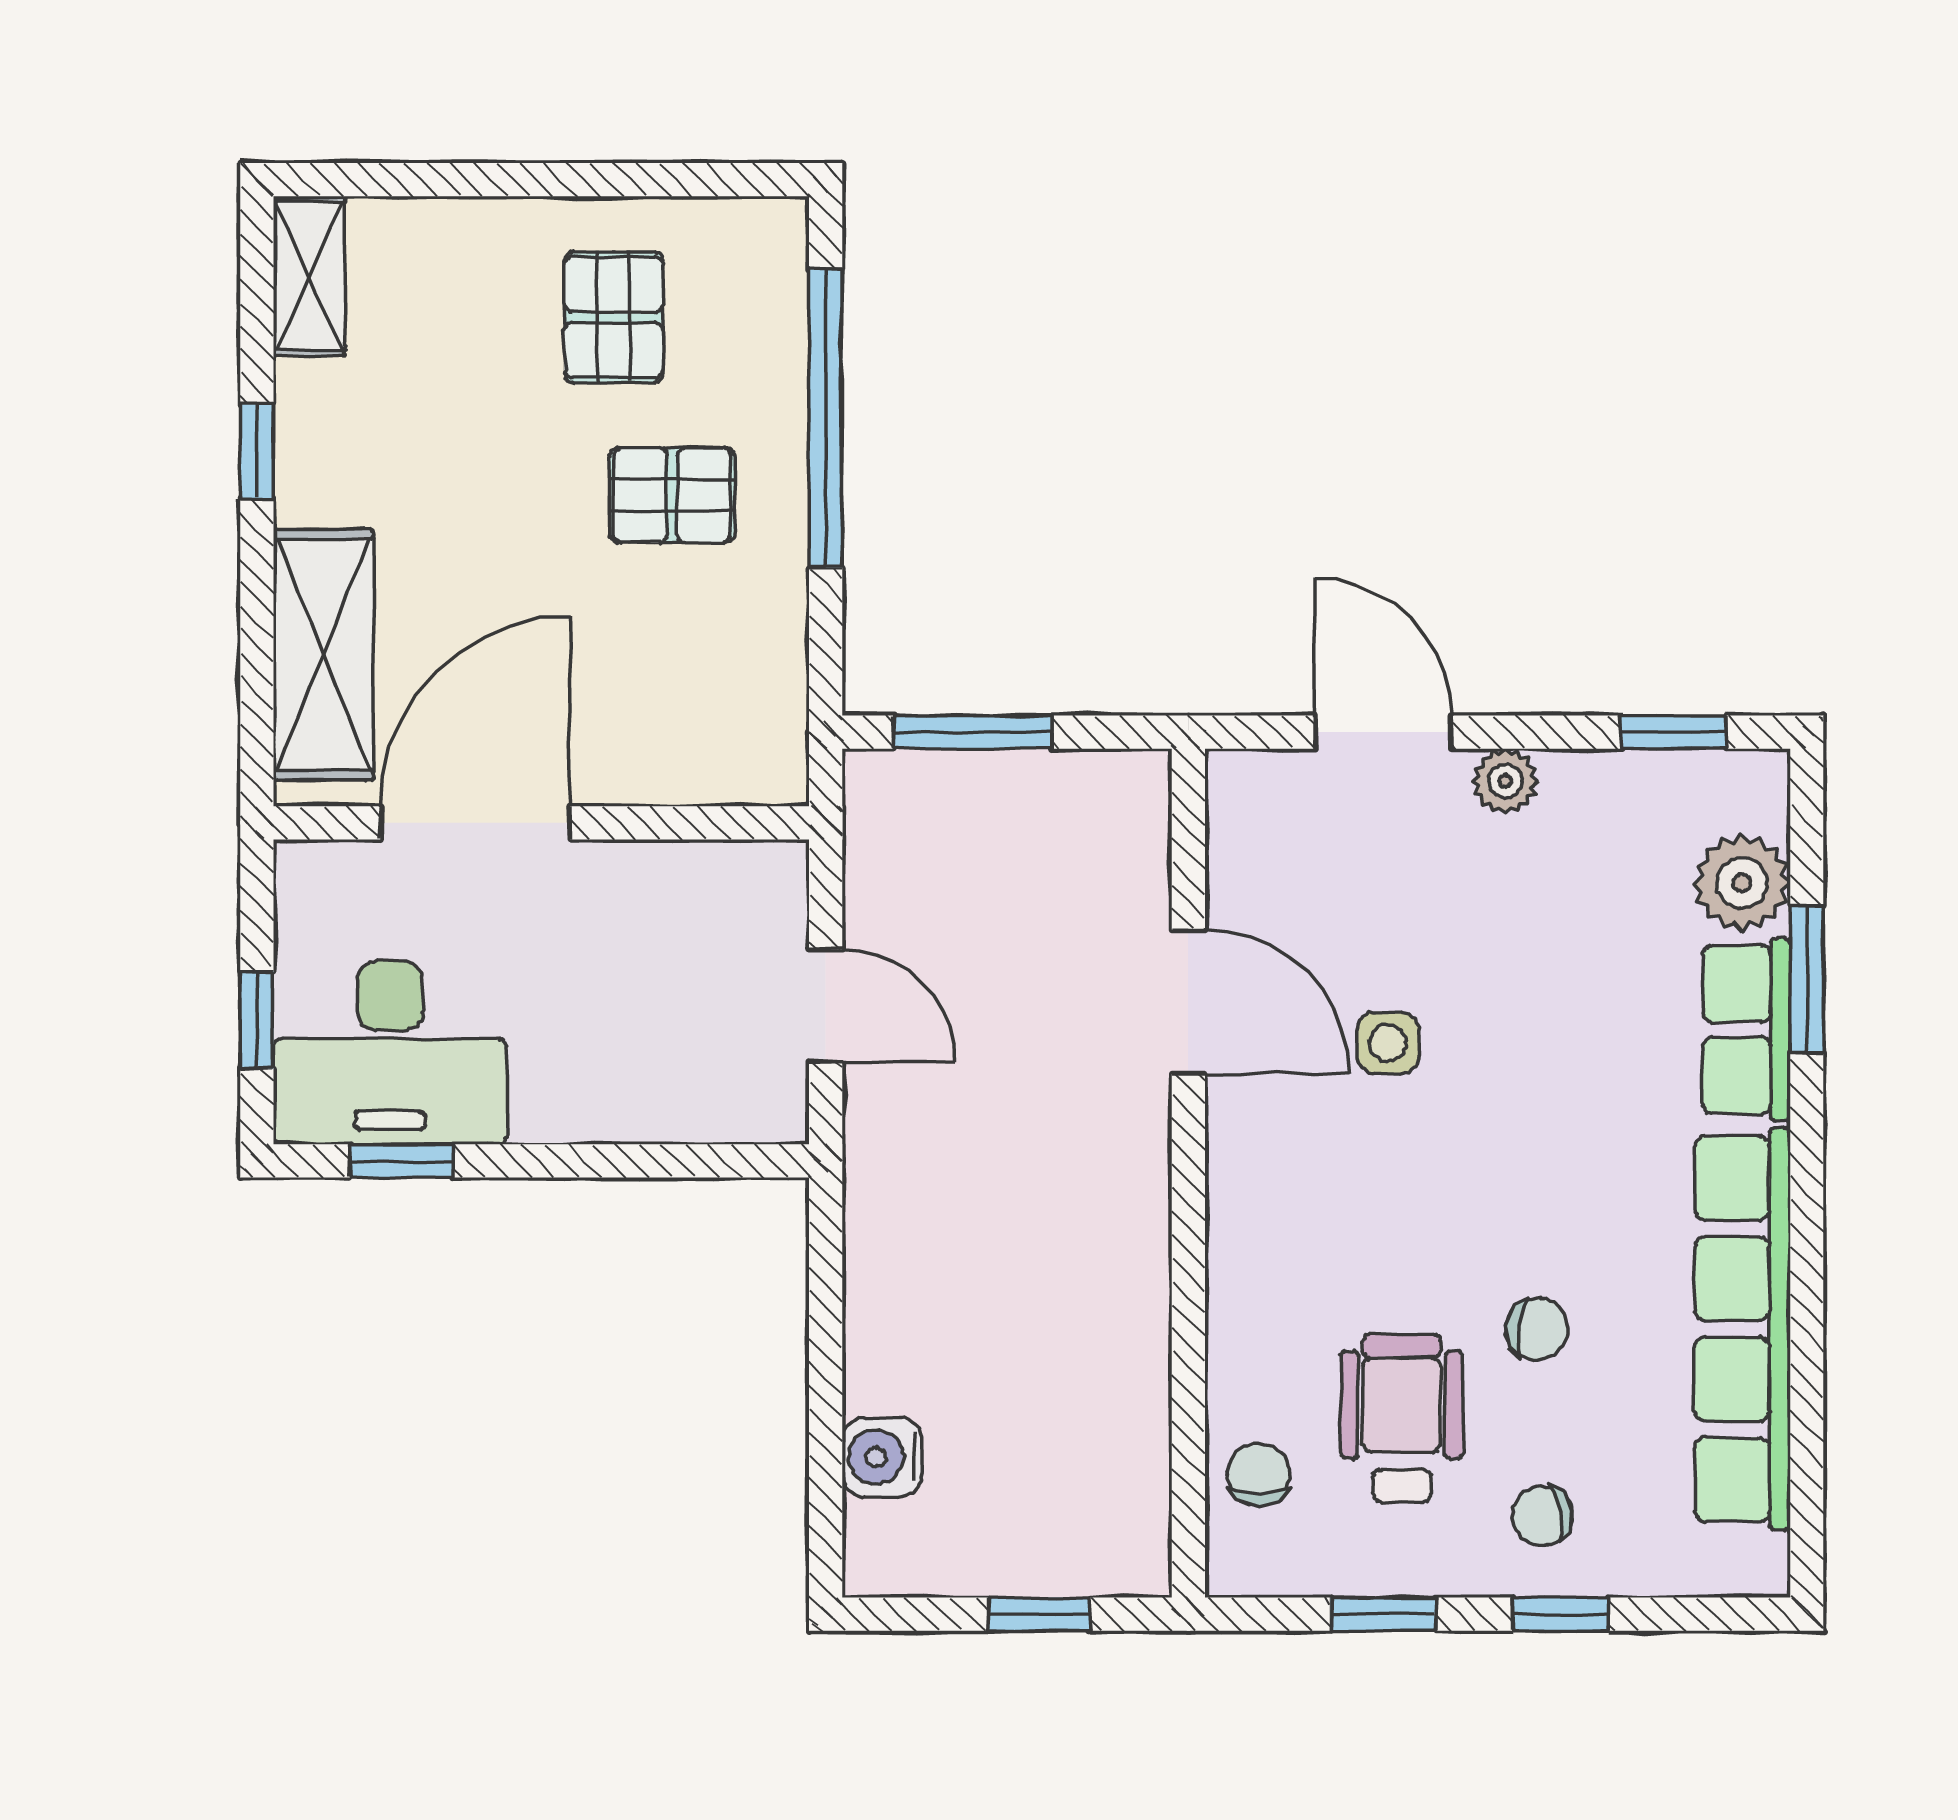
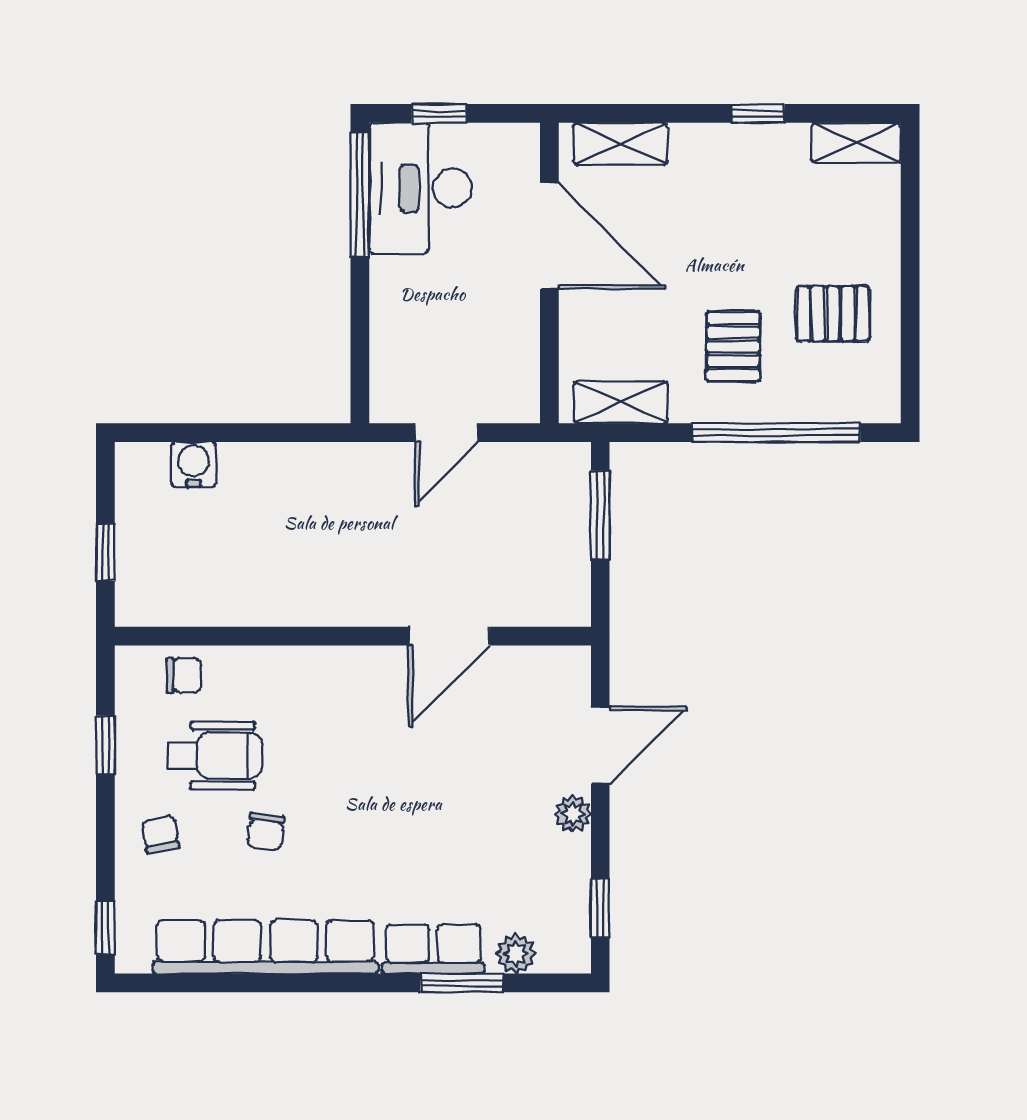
shelving: (323, 654) -> (620, 144), width x0.67, depth x0.75
shelving: (771, 696) -> (621, 402), added
plant: (1742, 883) -> (516, 954), width x0.73, depth x0.73
side table: (1388, 1043) -> (426, 748), removed
window: (401, 1161) -> (360, 195), width x2.17
window: (1561, 1614) -> (105, 927), moved

